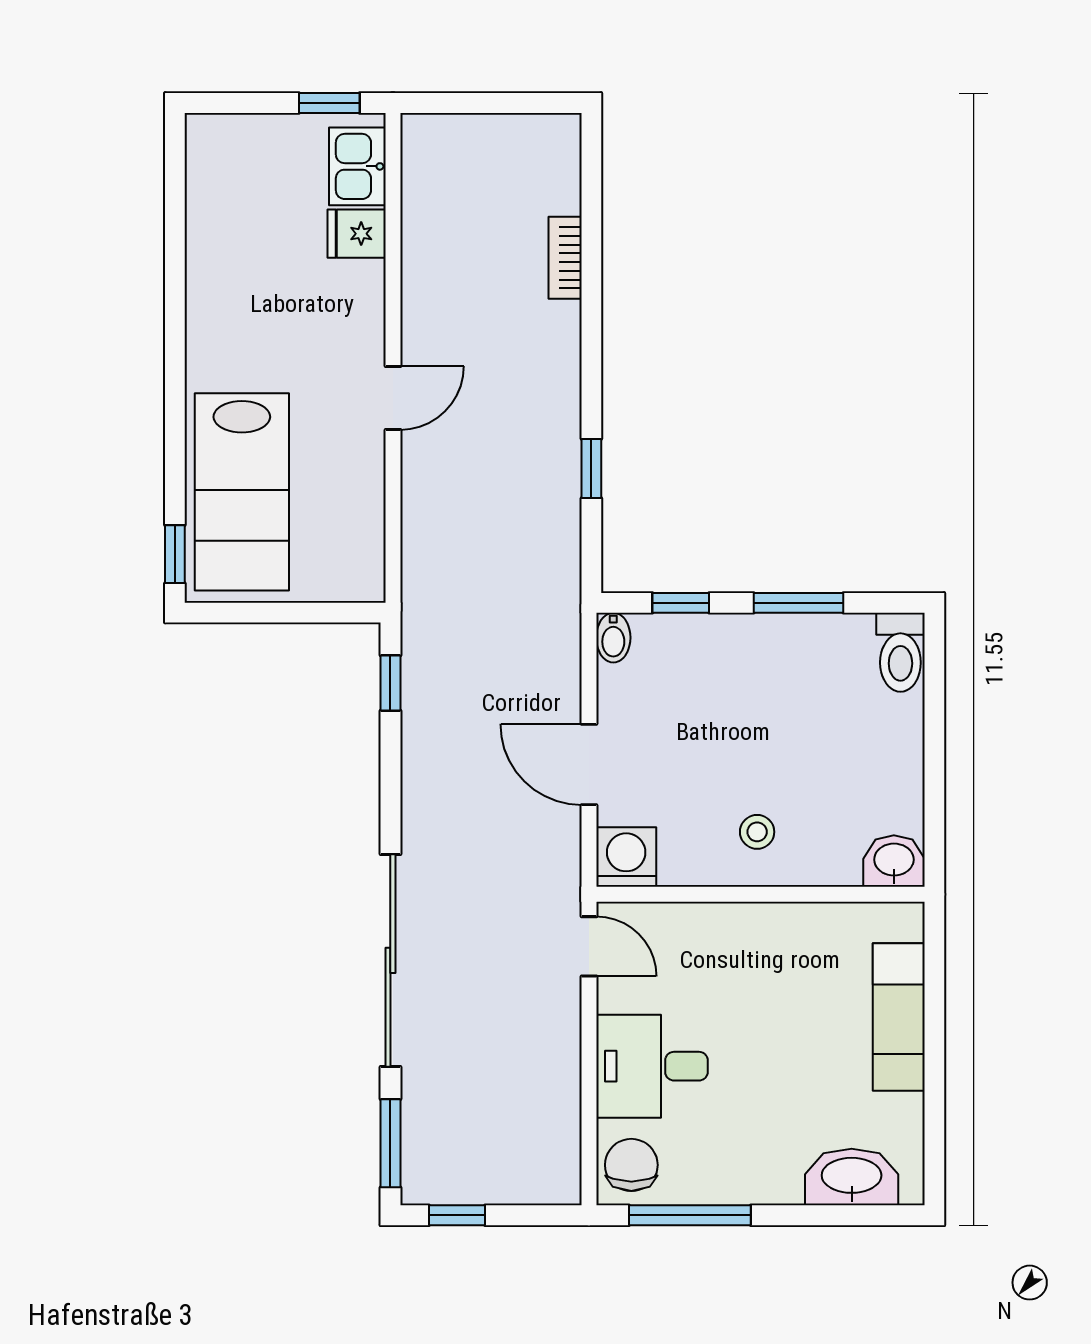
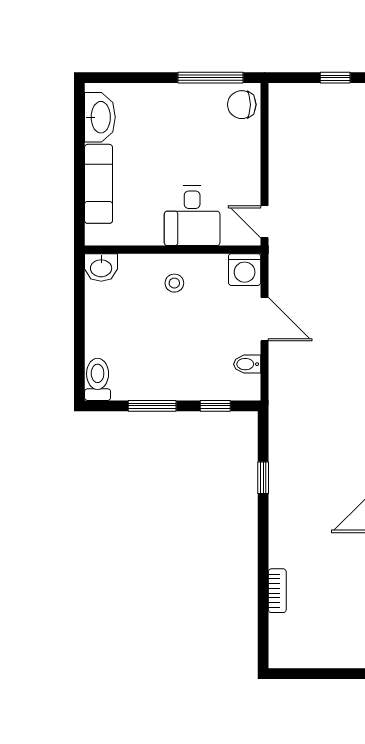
bidet: (613, 638) -> (247, 364), moved, turned -90
desk: (652, 1066) -> (192, 216), moved, turned 90
chair: (631, 1165) -> (242, 105), turned 90
washbasin: (852, 1177) -> (100, 117), moved, turned -90

